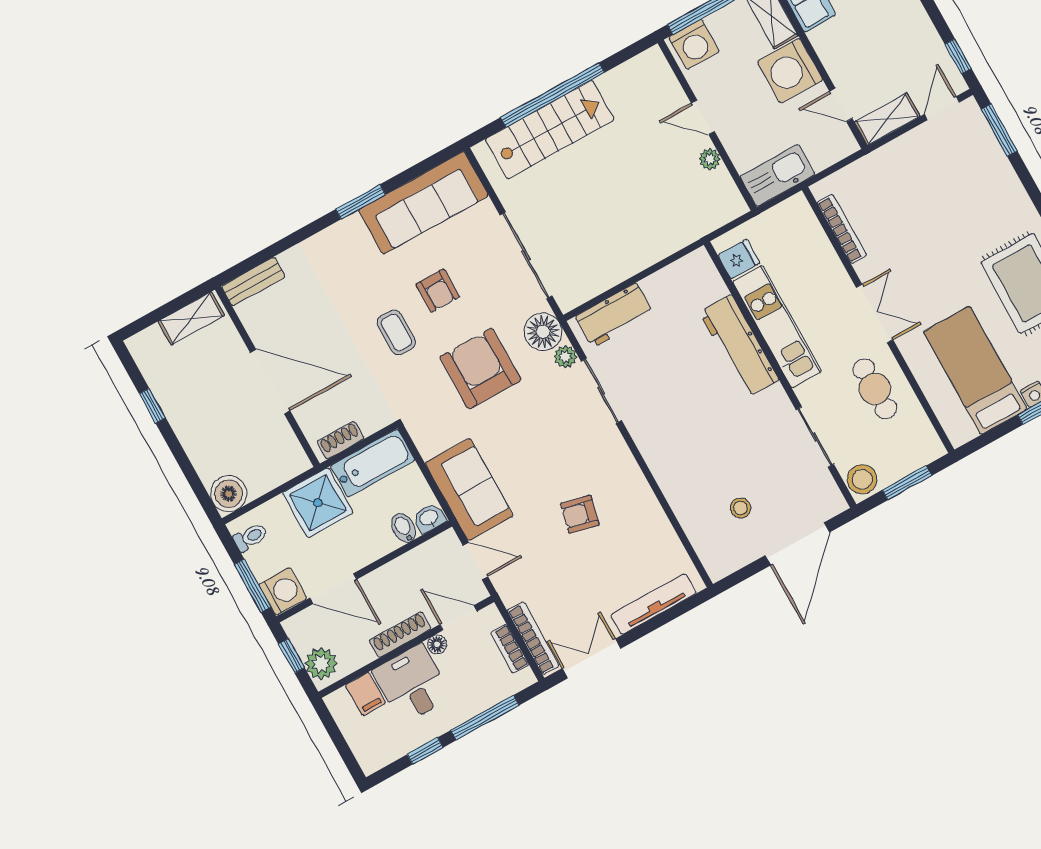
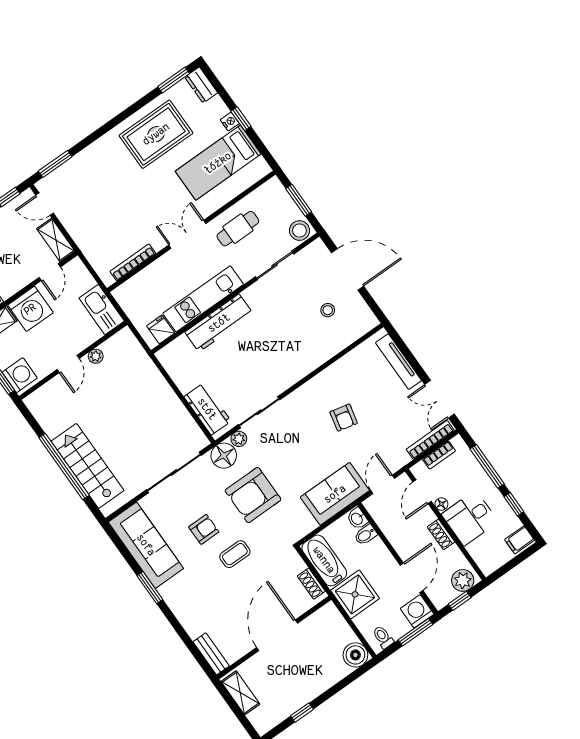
shoe rack: (400, 635) -> (441, 534), width x0.70
filing cabinet: (366, 694) -> (520, 540), moved, turned 180

